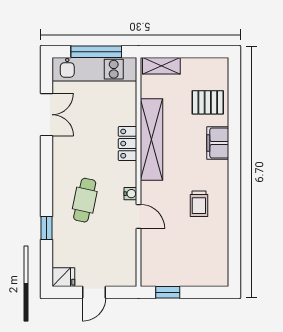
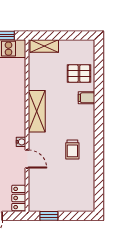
shelving: (152, 140) -> (37, 111), width x0.68
filing cabinet: (218, 143) -> (87, 98), width x0.50
locker: (127, 144) -> (19, 198), moved

